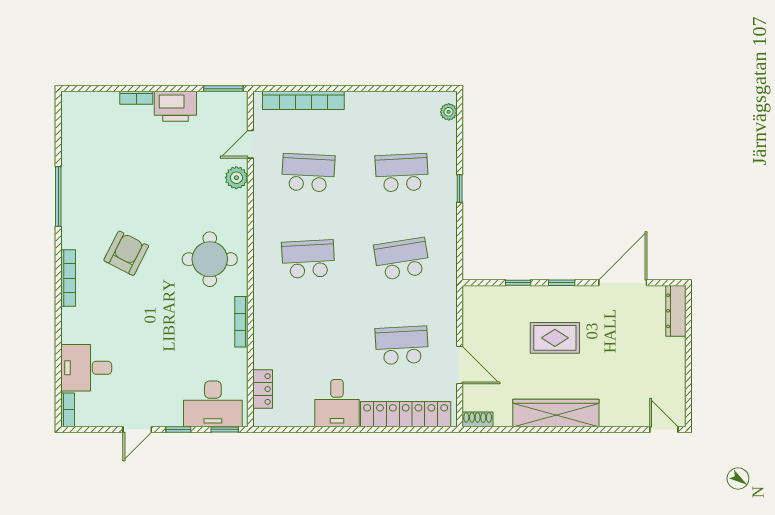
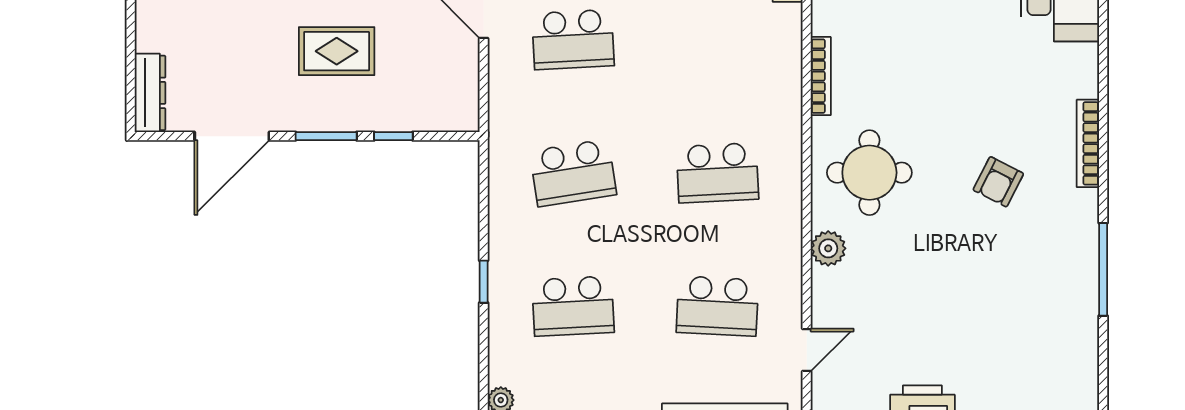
plant: (236, 178) -> (828, 248), moved
armchair: (126, 253) -> (998, 182), width x0.72, depth x0.72
window: (562, 283) -> (326, 136), width x1.50

